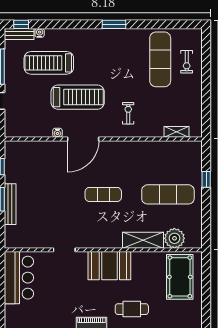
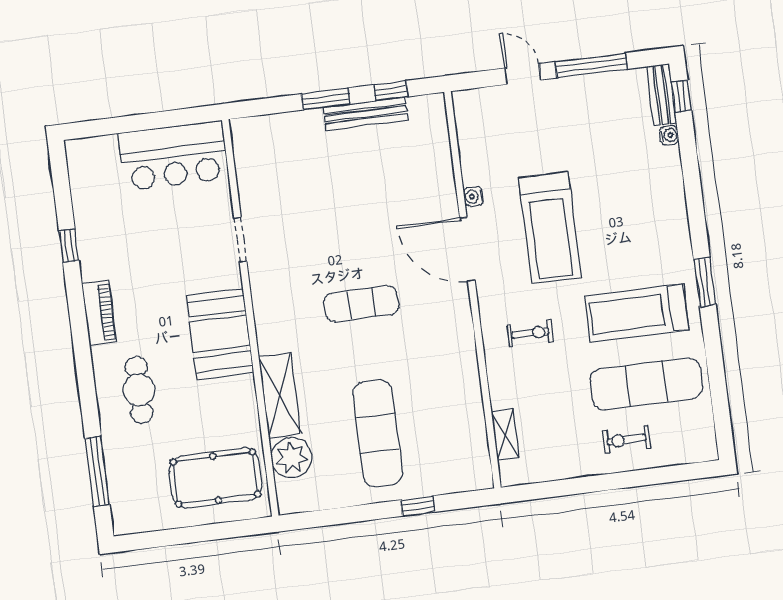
exercise bike: (187, 62) -> (627, 440), moved
treadmill: (49, 63) -> (637, 313), moved, turned -90
exercise mat: (103, 194) -> (361, 304), turned 90
bench: (10, 204) -> (365, 114), moved

